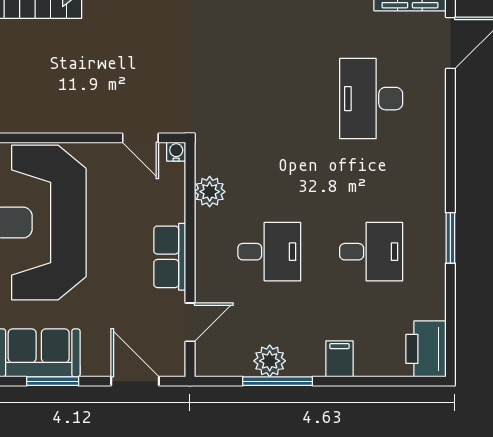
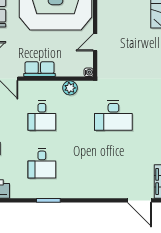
desk: (371, 99) -> (113, 116), moved, turned 180
door: (140, 138) -> (95, 42), moved

